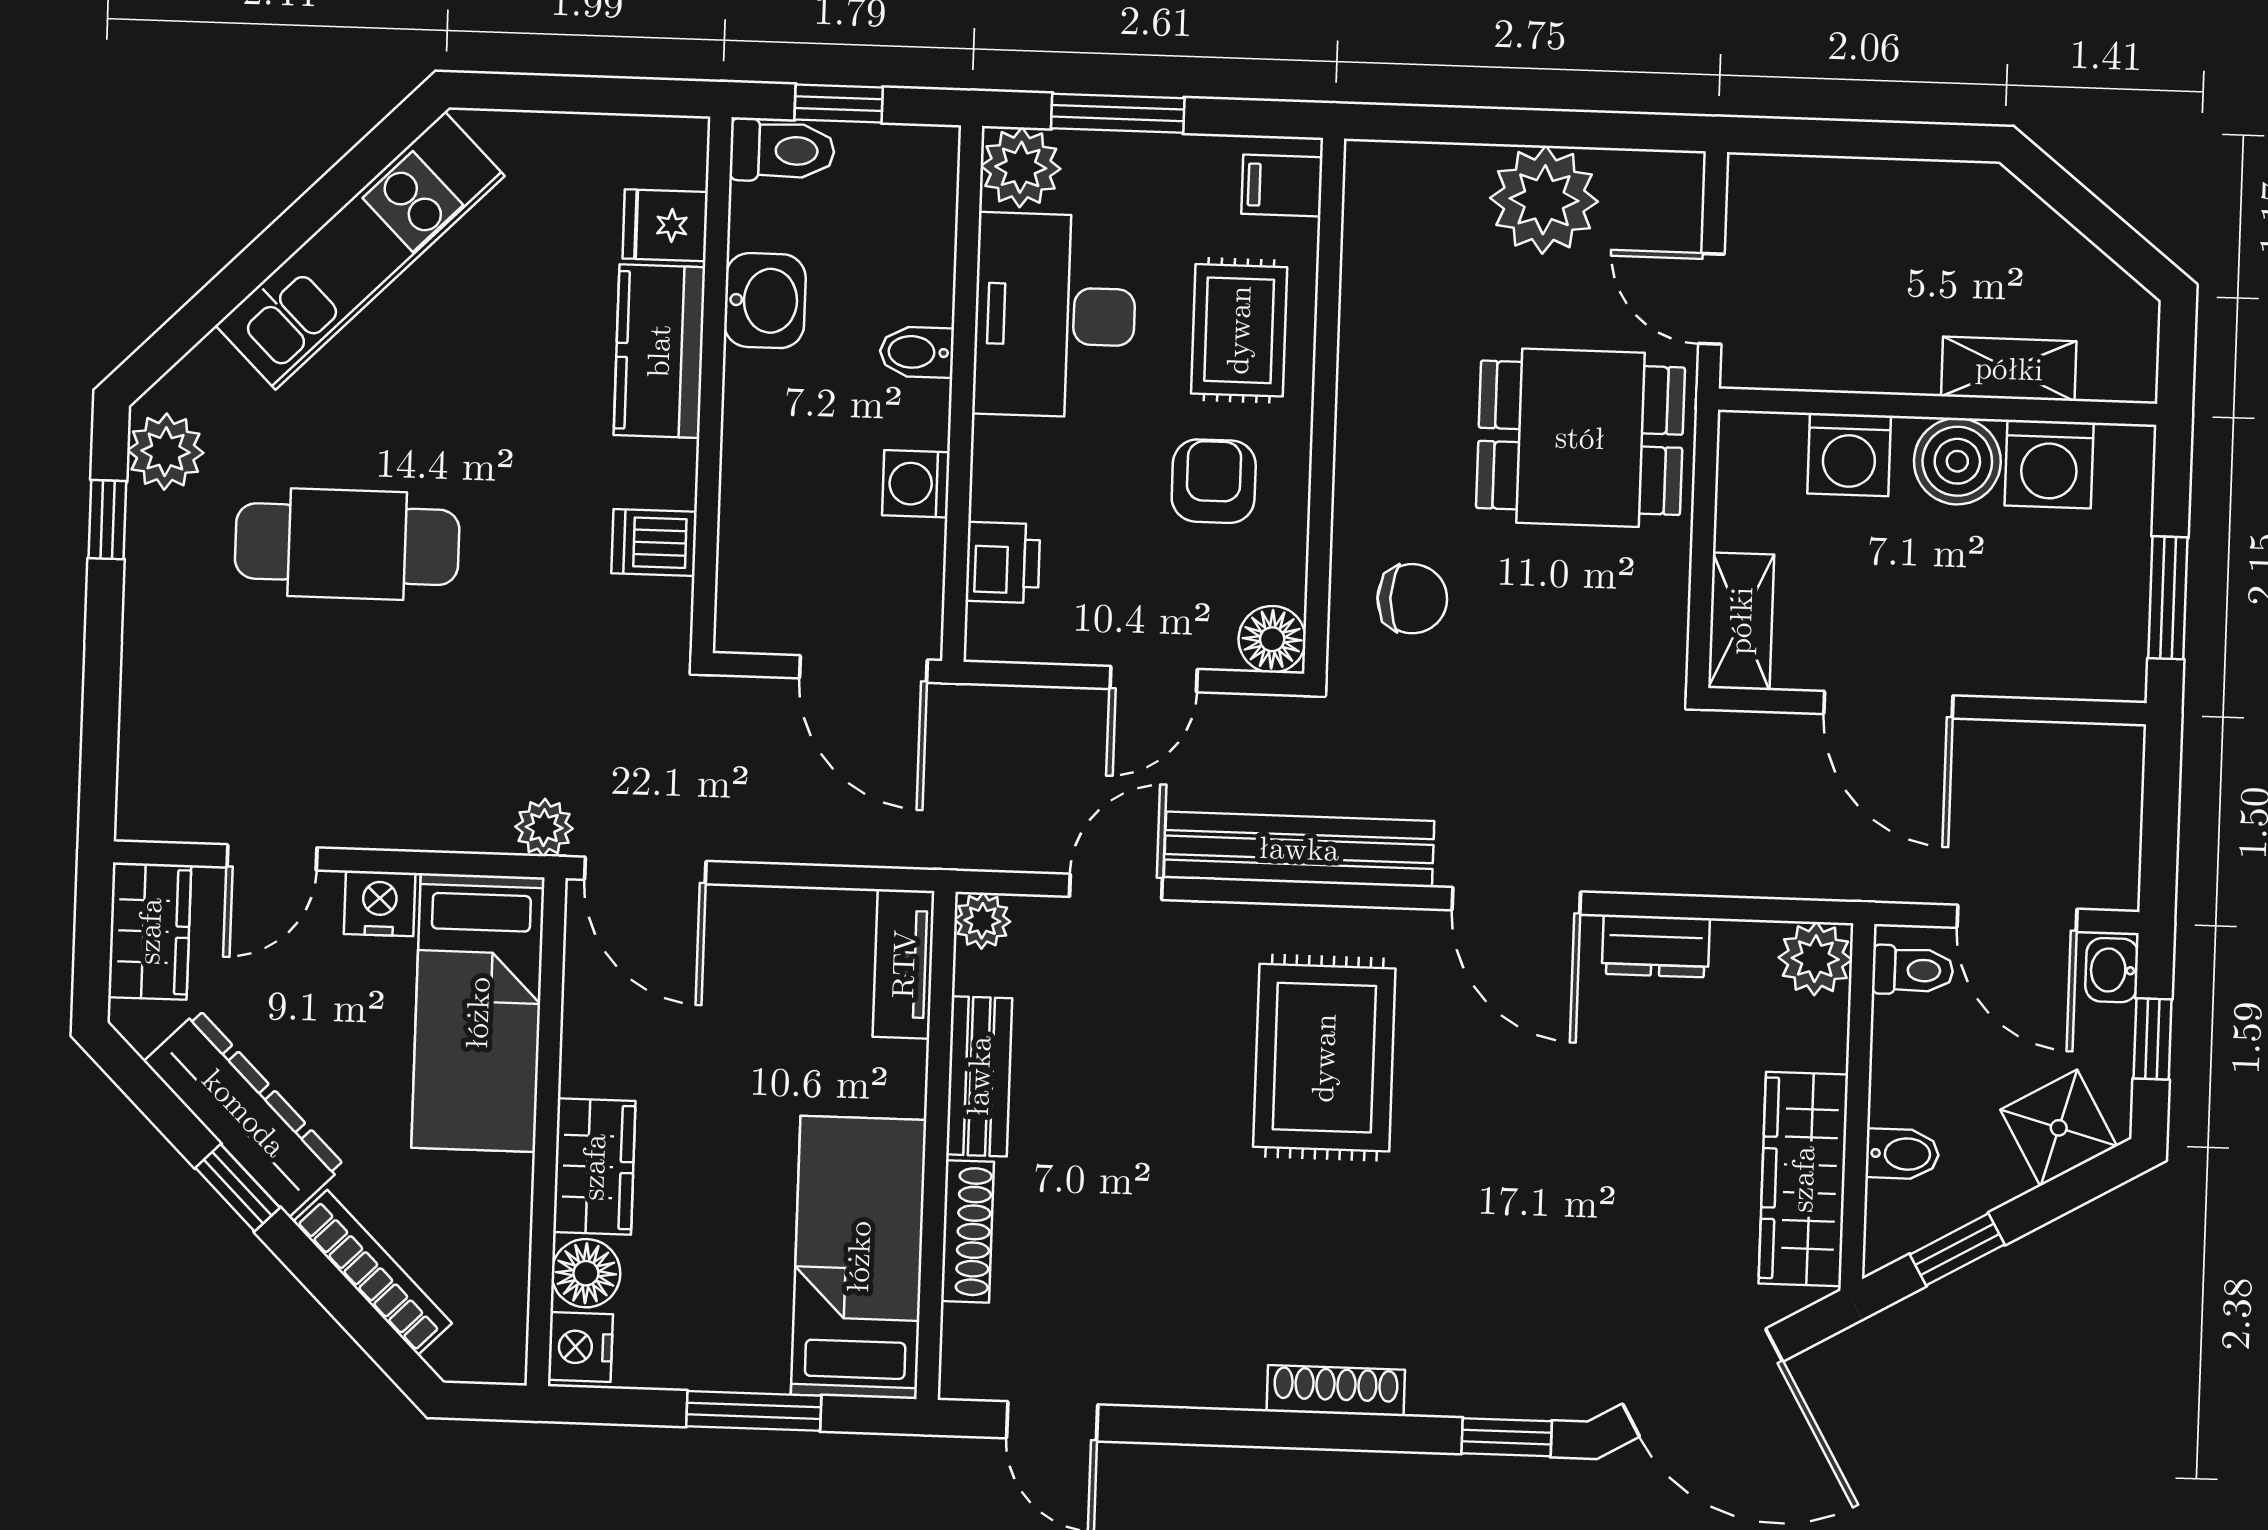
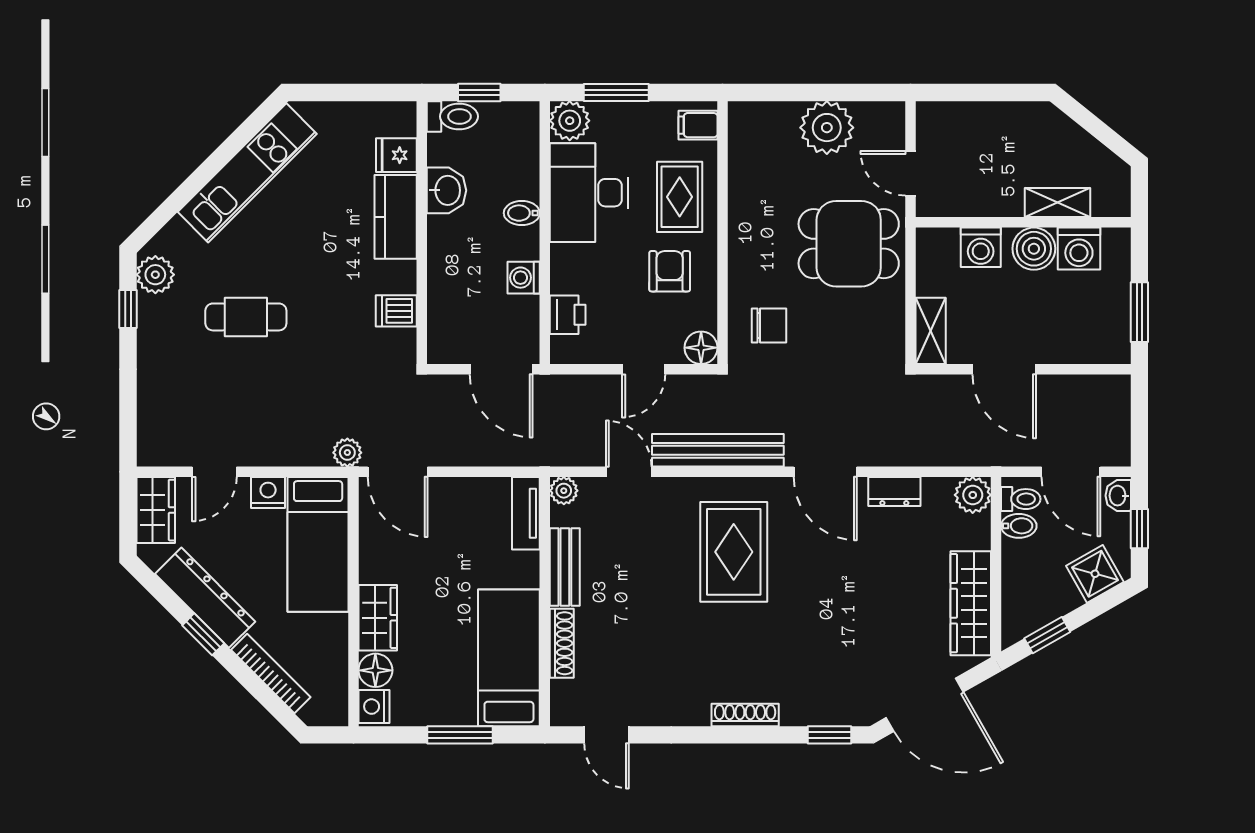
cafe table: (347, 544) -> (246, 317), width x0.73, depth x0.74
door: (1116, 887) -> (629, 472), hinge flipped
bidet: (1902, 1154) -> (1019, 526), moved

